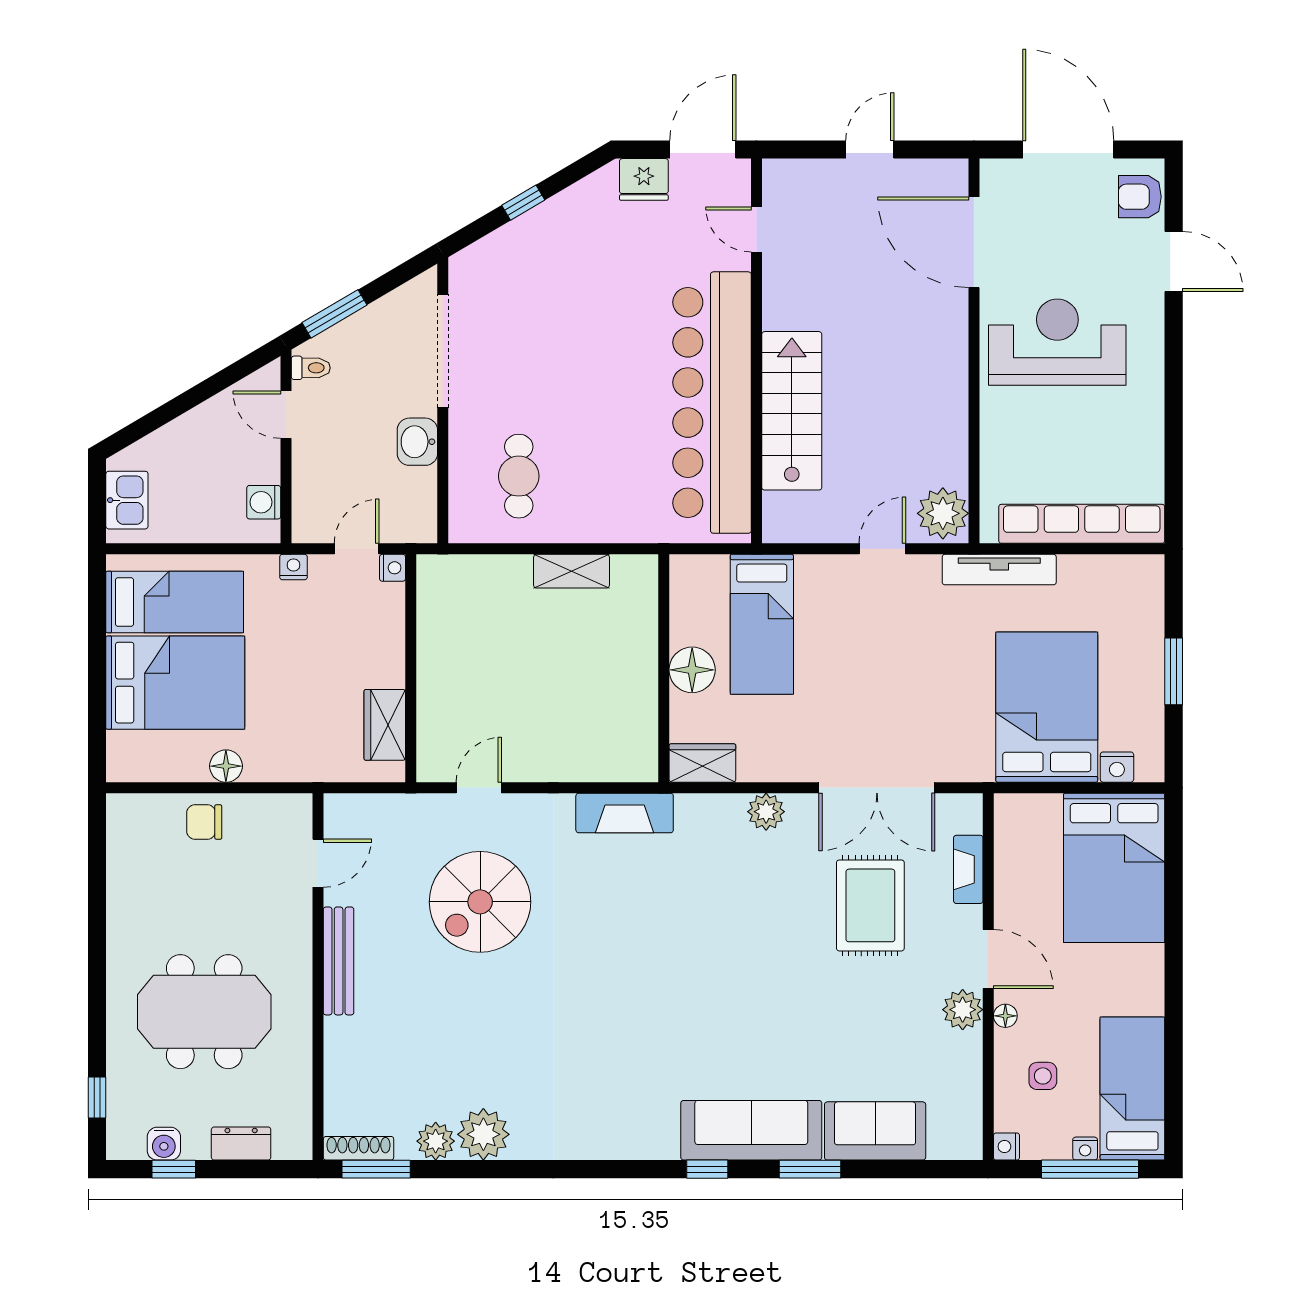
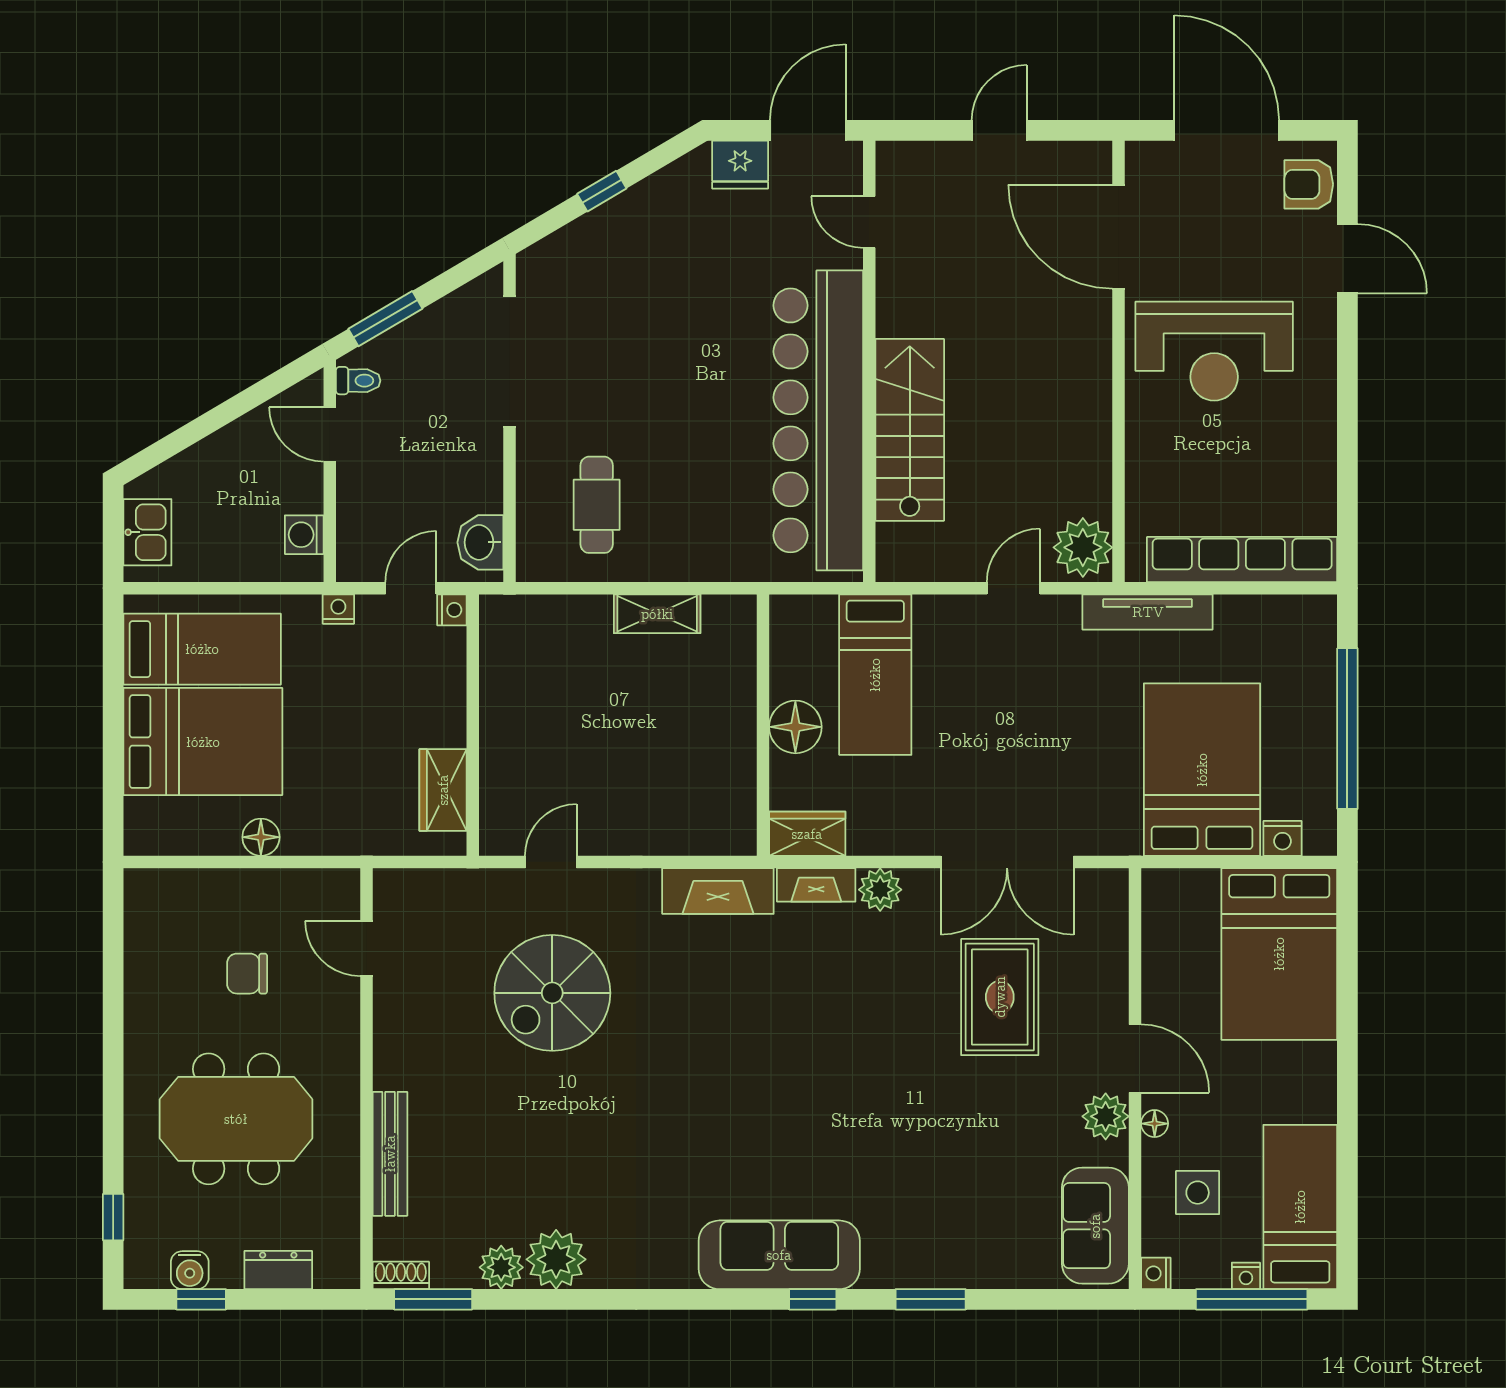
reception desk: (1057, 342) -> (1214, 351), turned 180
washbasin: (417, 442) -> (480, 542), moved
window: (1174, 671) -> (1347, 729), width x2.11
chair: (204, 822) -> (247, 974), moved
door: (318, 863) -> (367, 949), swing flipped
fireplace: (968, 869) -> (816, 885), moved, turned -90
bench: (339, 961) -> (390, 1154), moved
side table: (1043, 1076) -> (1198, 1193), width x1.37, depth x1.37
sofa: (751, 1130) -> (779, 1255), moved
sofa: (875, 1131) -> (1095, 1226), moved, turned -90
shoe rack: (359, 1148) -> (401, 1275), width x0.70

